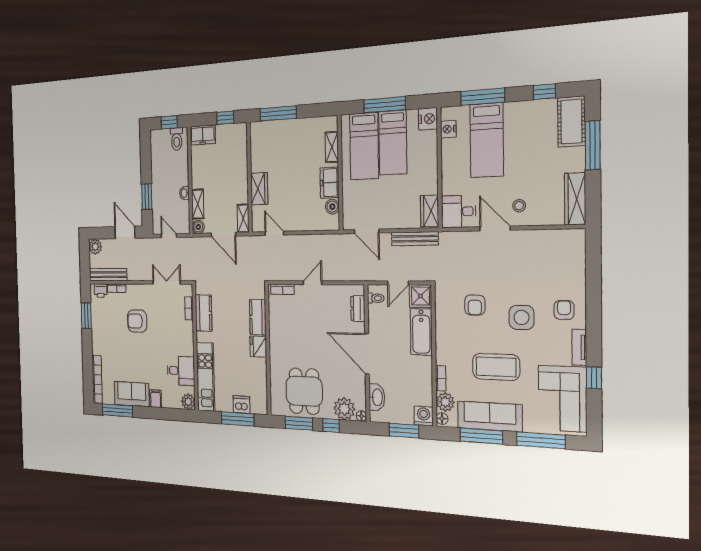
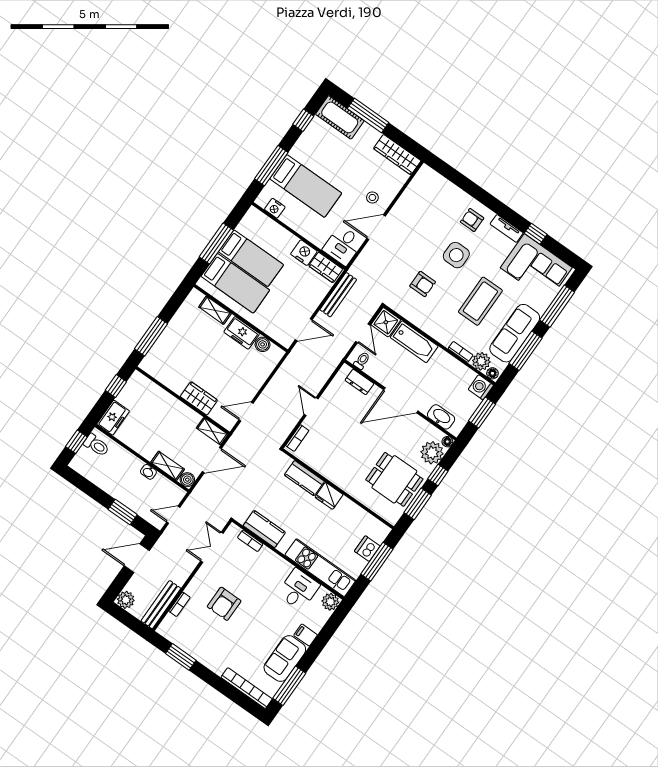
nightstand: (428, 119) -> (304, 253), moved
printer: (101, 291) -> (169, 624), removed

